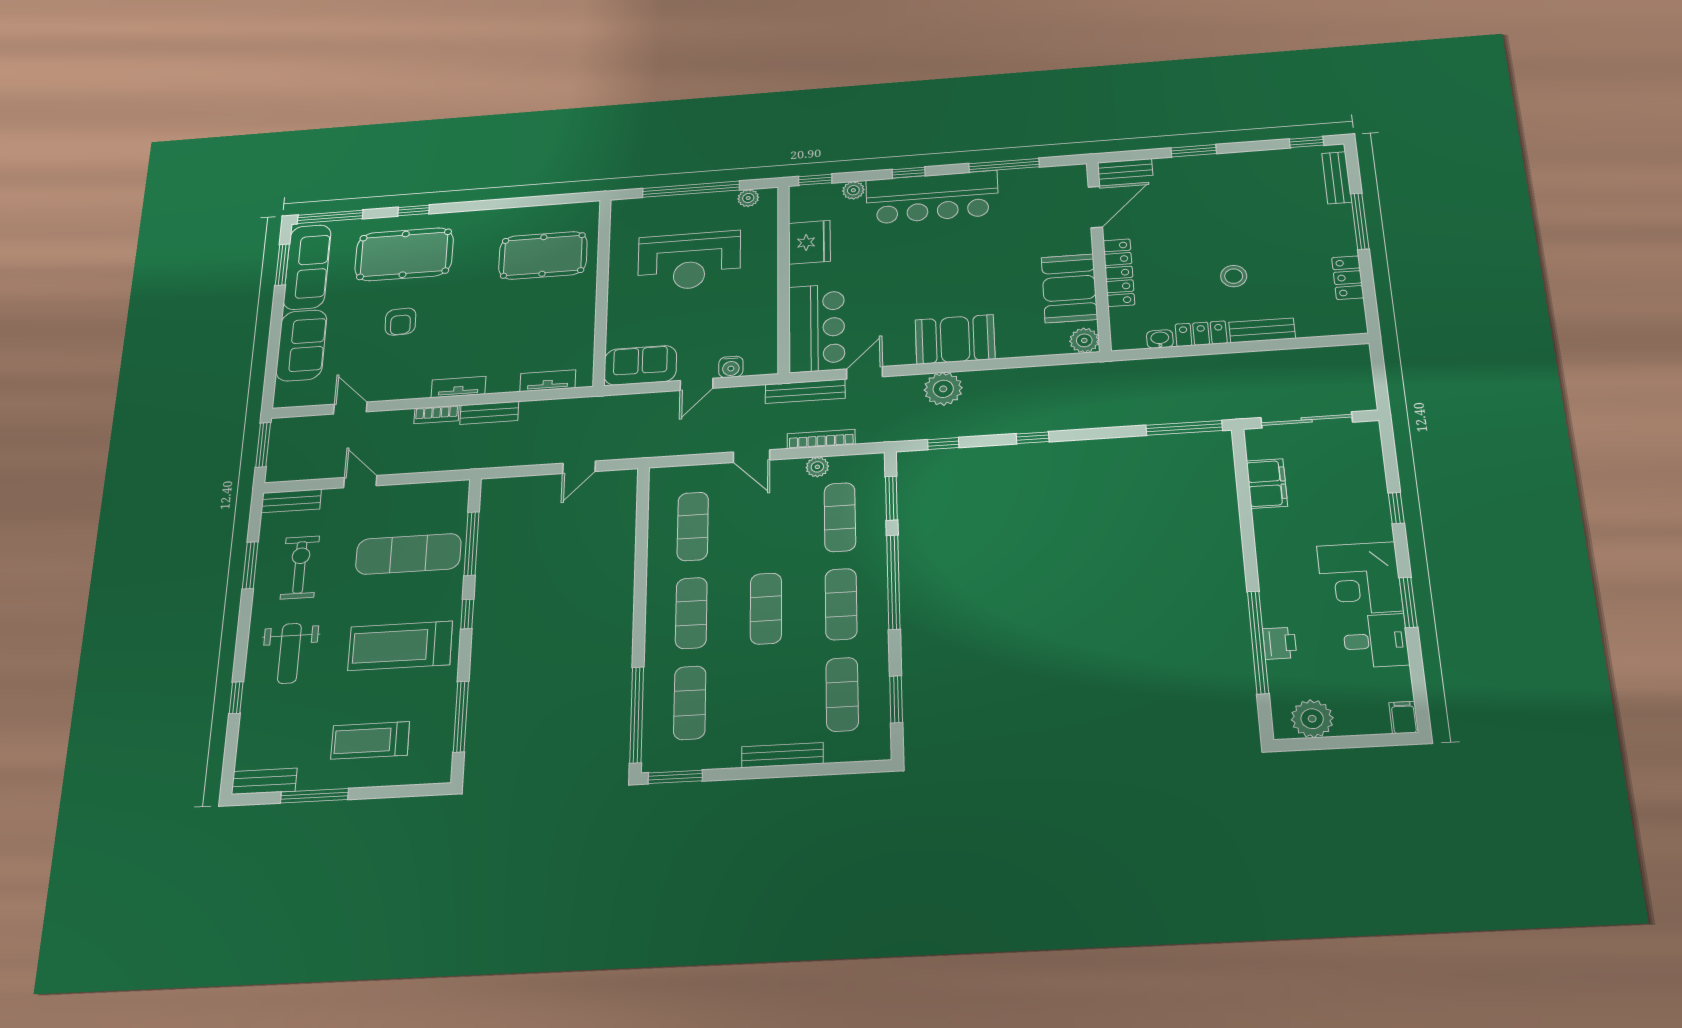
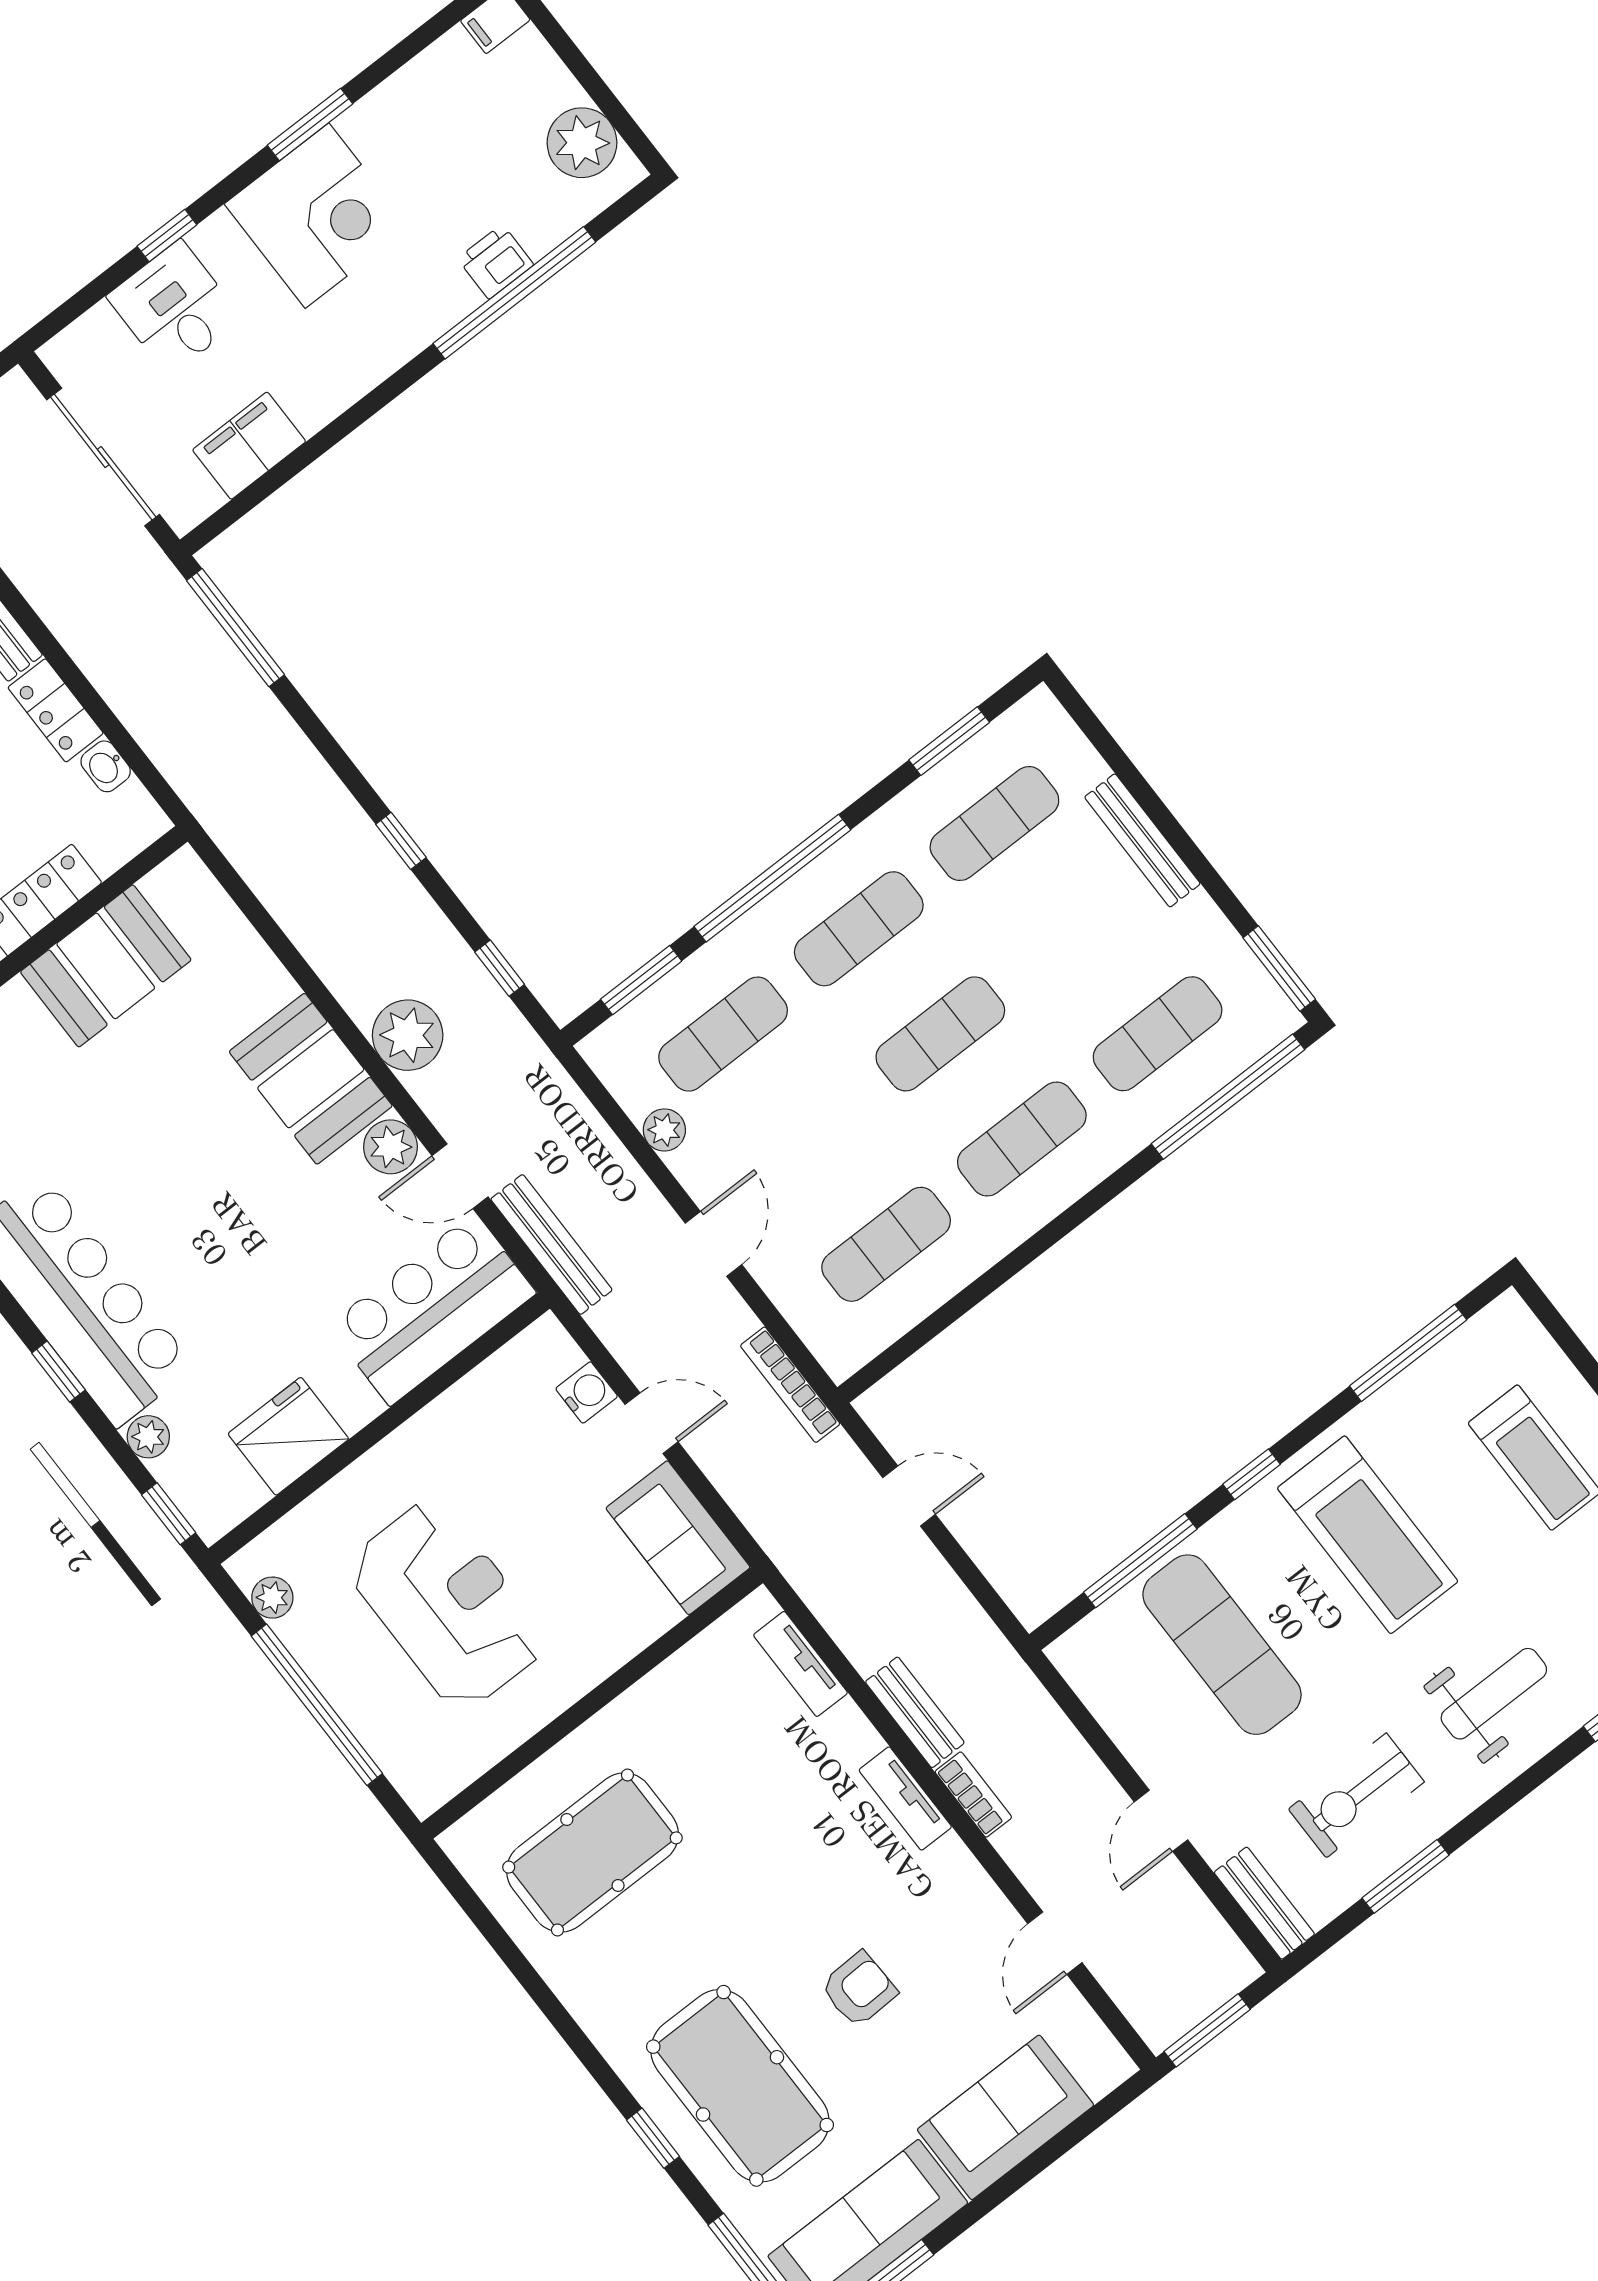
pool table: (543, 255) -> (592, 1852), turned 90
plant: (1084, 340) -> (391, 1147), moved
bookcase: (821, 439) -> (790, 1385), moved
desk: (1376, 641) -> (175, 308), moved

